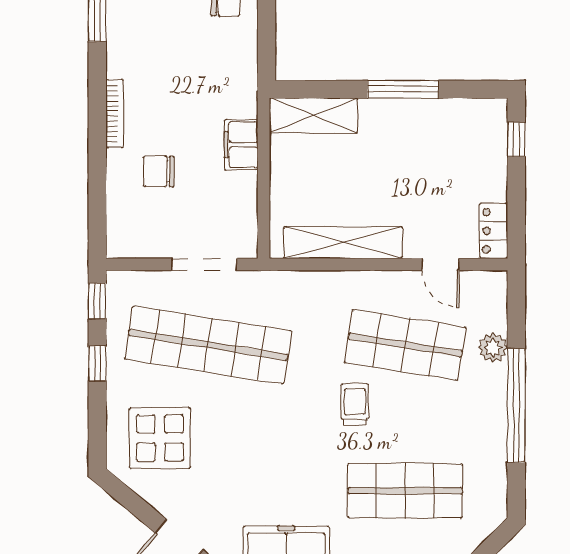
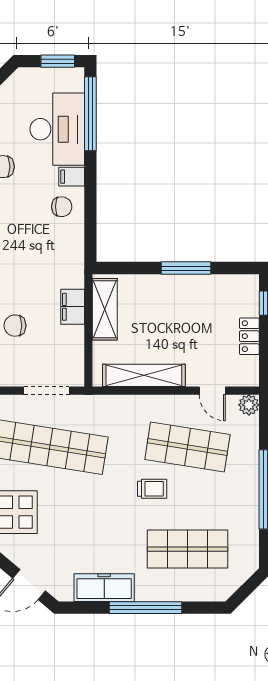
shelving: (314, 116) -> (105, 309), moved, turned 90
locker: (494, 231) -> (249, 336), moved
plant: (493, 348) -> (249, 405), moved
trolley: (355, 405) -> (152, 489), turned 90

